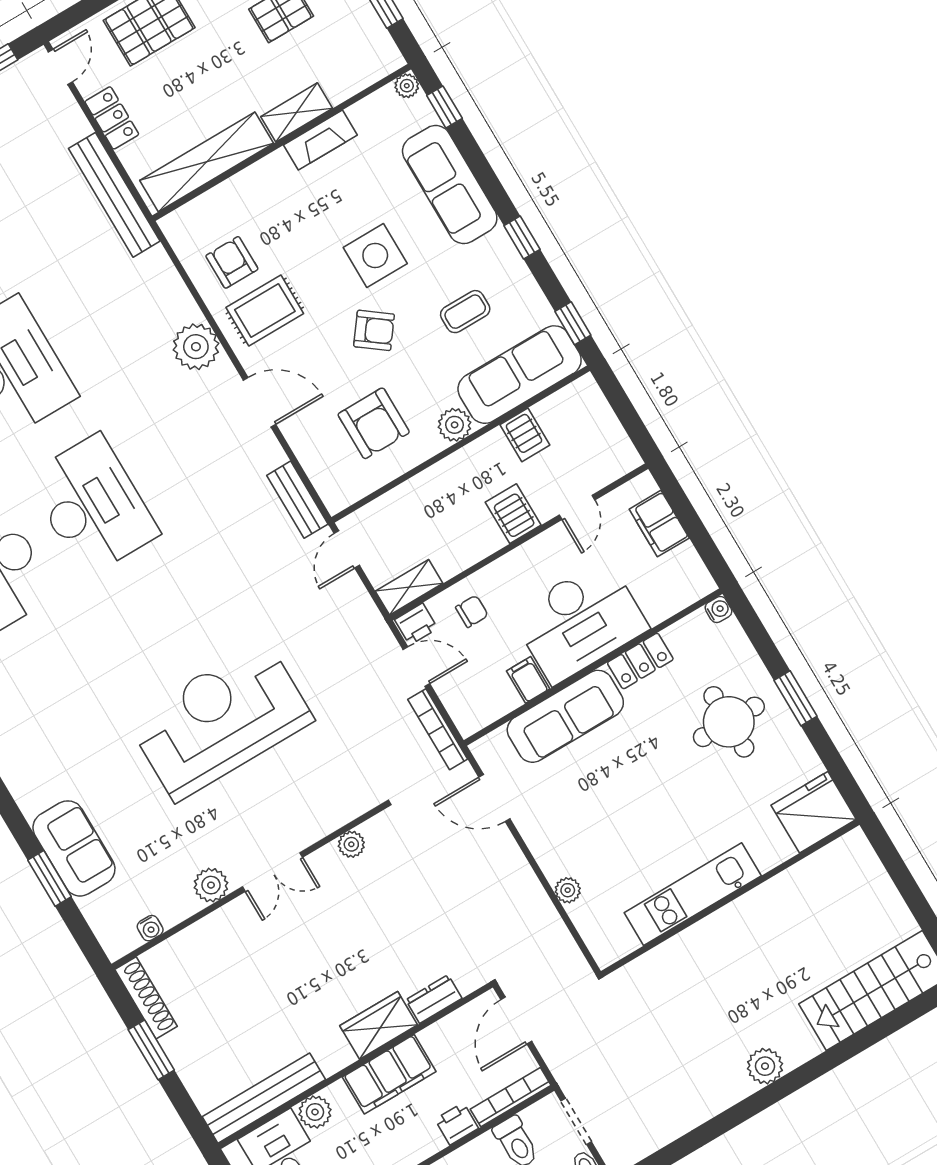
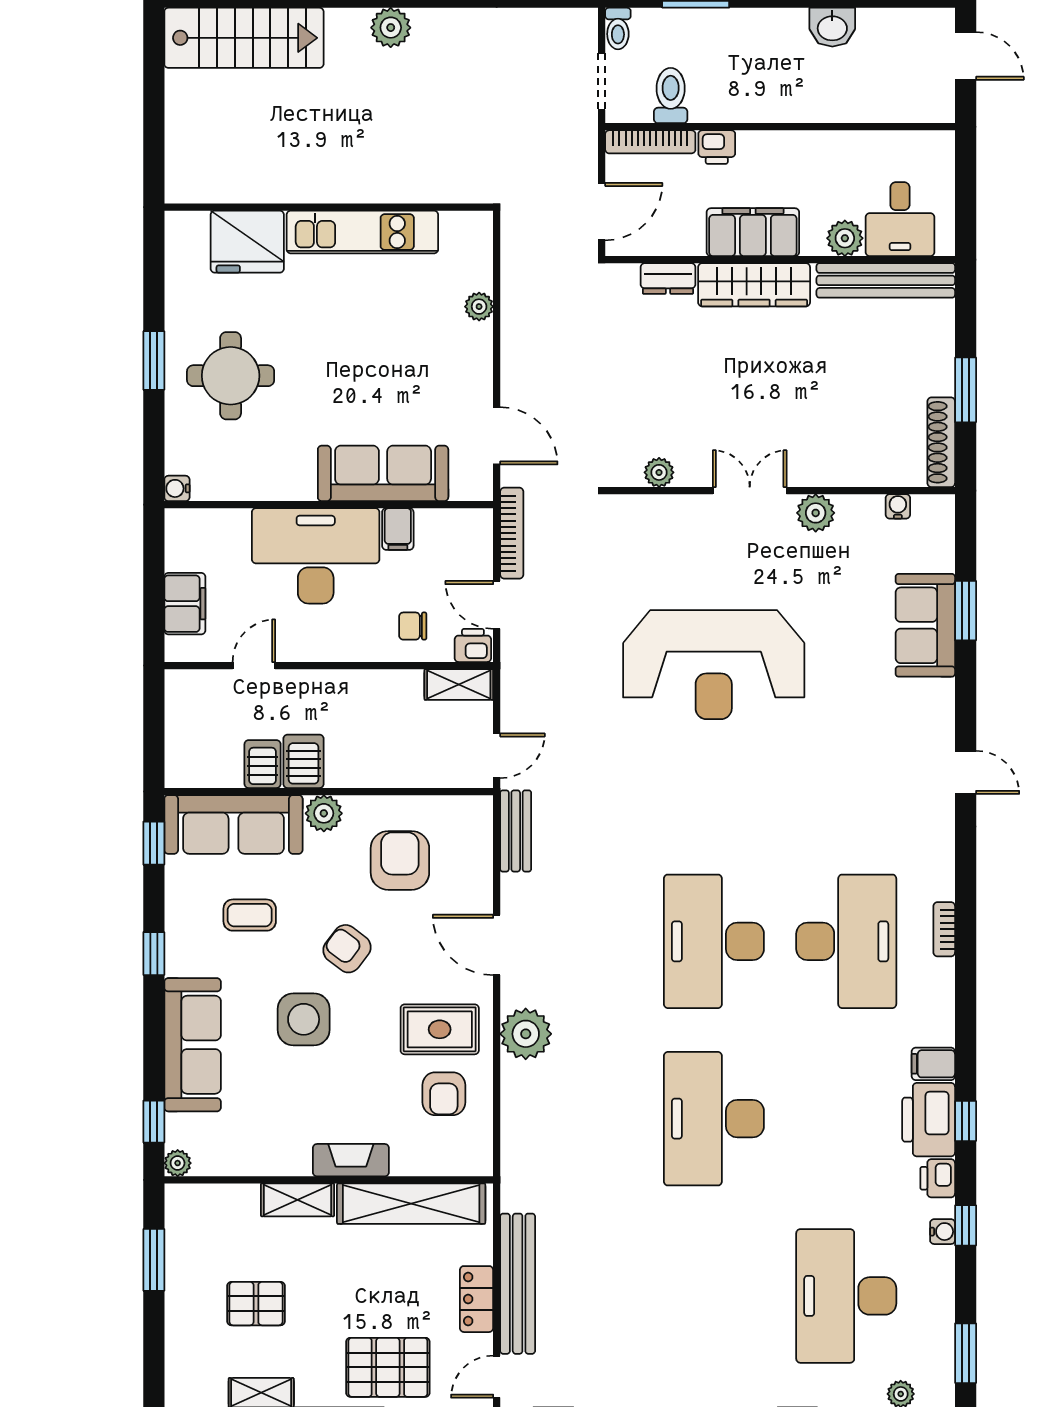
fireplace: (320, 140) -> (351, 1160), moved
bench: (114, 195) -> (518, 1284), moved
server rack: (513, 514) -> (304, 761), moved, turned 180
locker: (640, 661) -> (280, 484), removed
fridge: (814, 812) -> (247, 242), moved
wardrobe: (379, 1025) -> (754, 285), width x1.50

